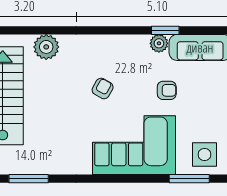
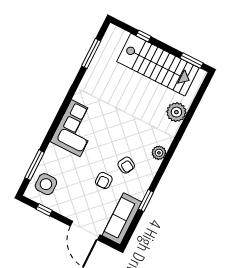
plant: (159, 43) -> (159, 153), moved
armchair: (103, 88) -> (126, 165), moved
corner sofa: (134, 145) -> (76, 128), width x0.73, depth x0.74

